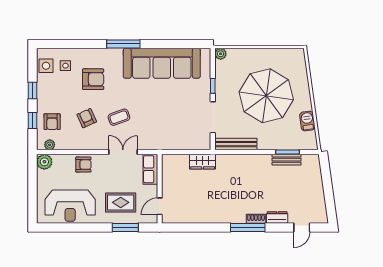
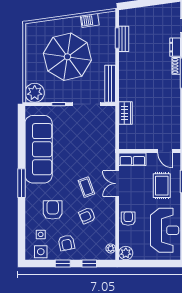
plant: (221, 54) -> (35, 93), width x1.88, depth x1.88
armchair: (52, 122) -> (66, 243), moved, turned 79

